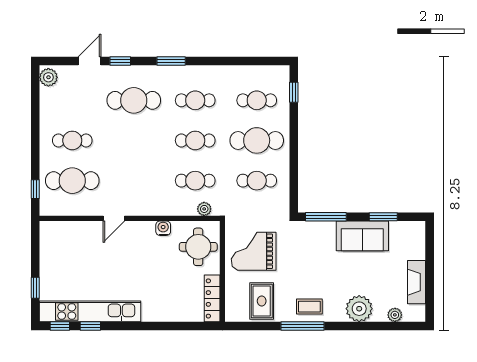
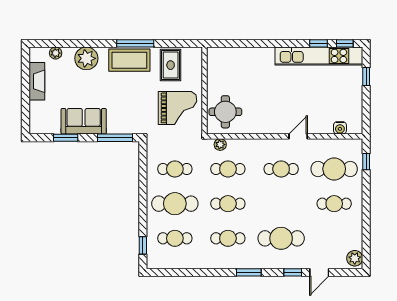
cafe table: (134, 181) -> (281, 169), added
water cooler: (163, 228) -> (340, 128), moved
locker: (212, 298) -> (213, 67), removed
coffee table: (309, 307) -> (129, 60), width x1.86, depth x1.72

